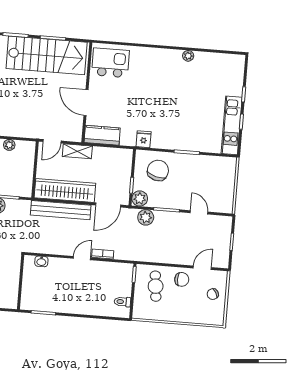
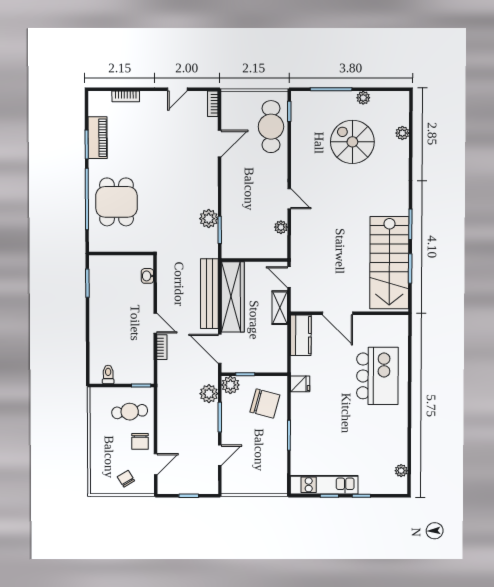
plant: (188, 56) -> (401, 471), moved
kitchen island: (110, 63) -> (377, 376), moved, width x1.37, depth x1.28
door: (86, 103) -> (338, 313), swing flipped
door: (202, 268) -> (156, 464), hinge flipped

